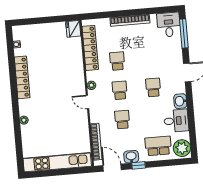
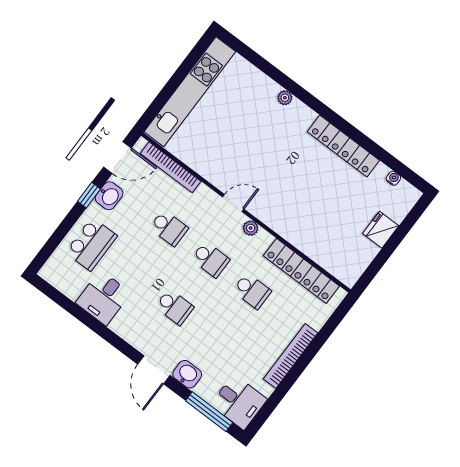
fridge: (73, 29) -> (381, 230), moved, turned -90
washbasin: (180, 101) -> (187, 374), moved
plant: (182, 148) -> (60, 273), removed

